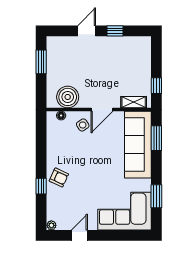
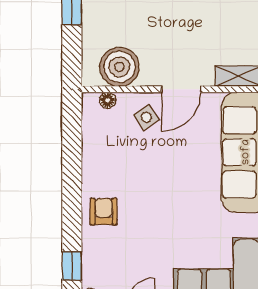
armchair: (59, 177) -> (104, 212), turned -115
window: (41, 186) -> (72, 266), moved

